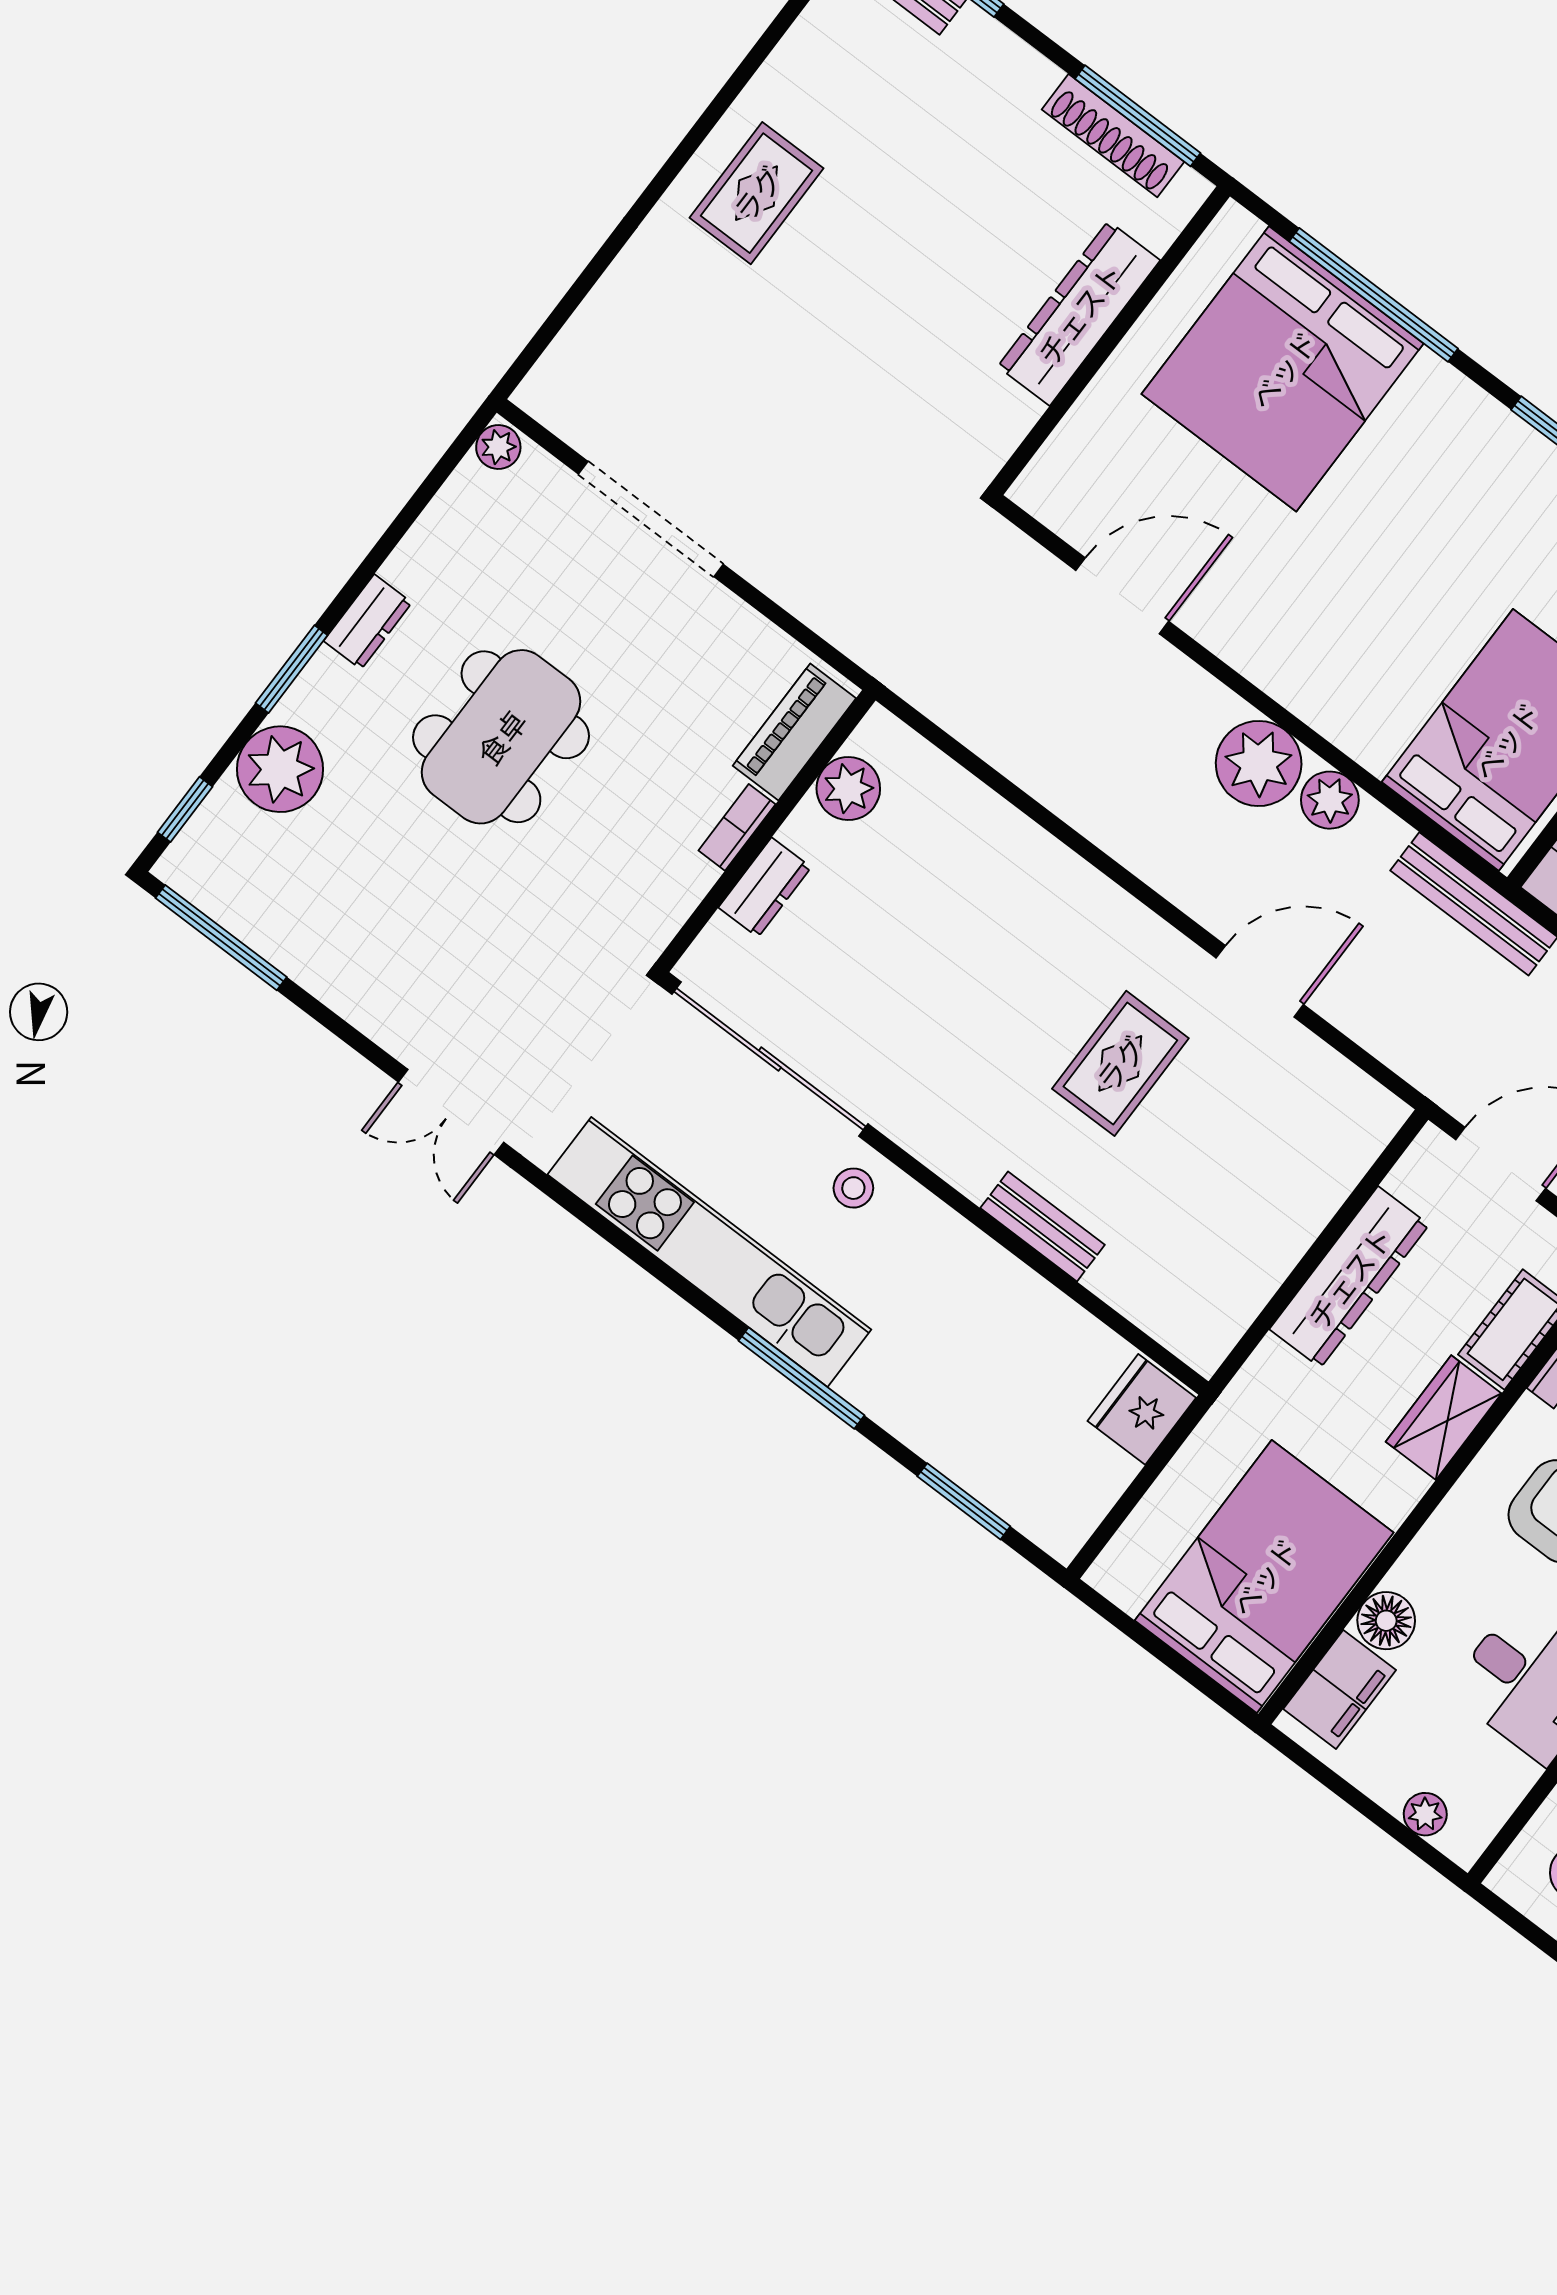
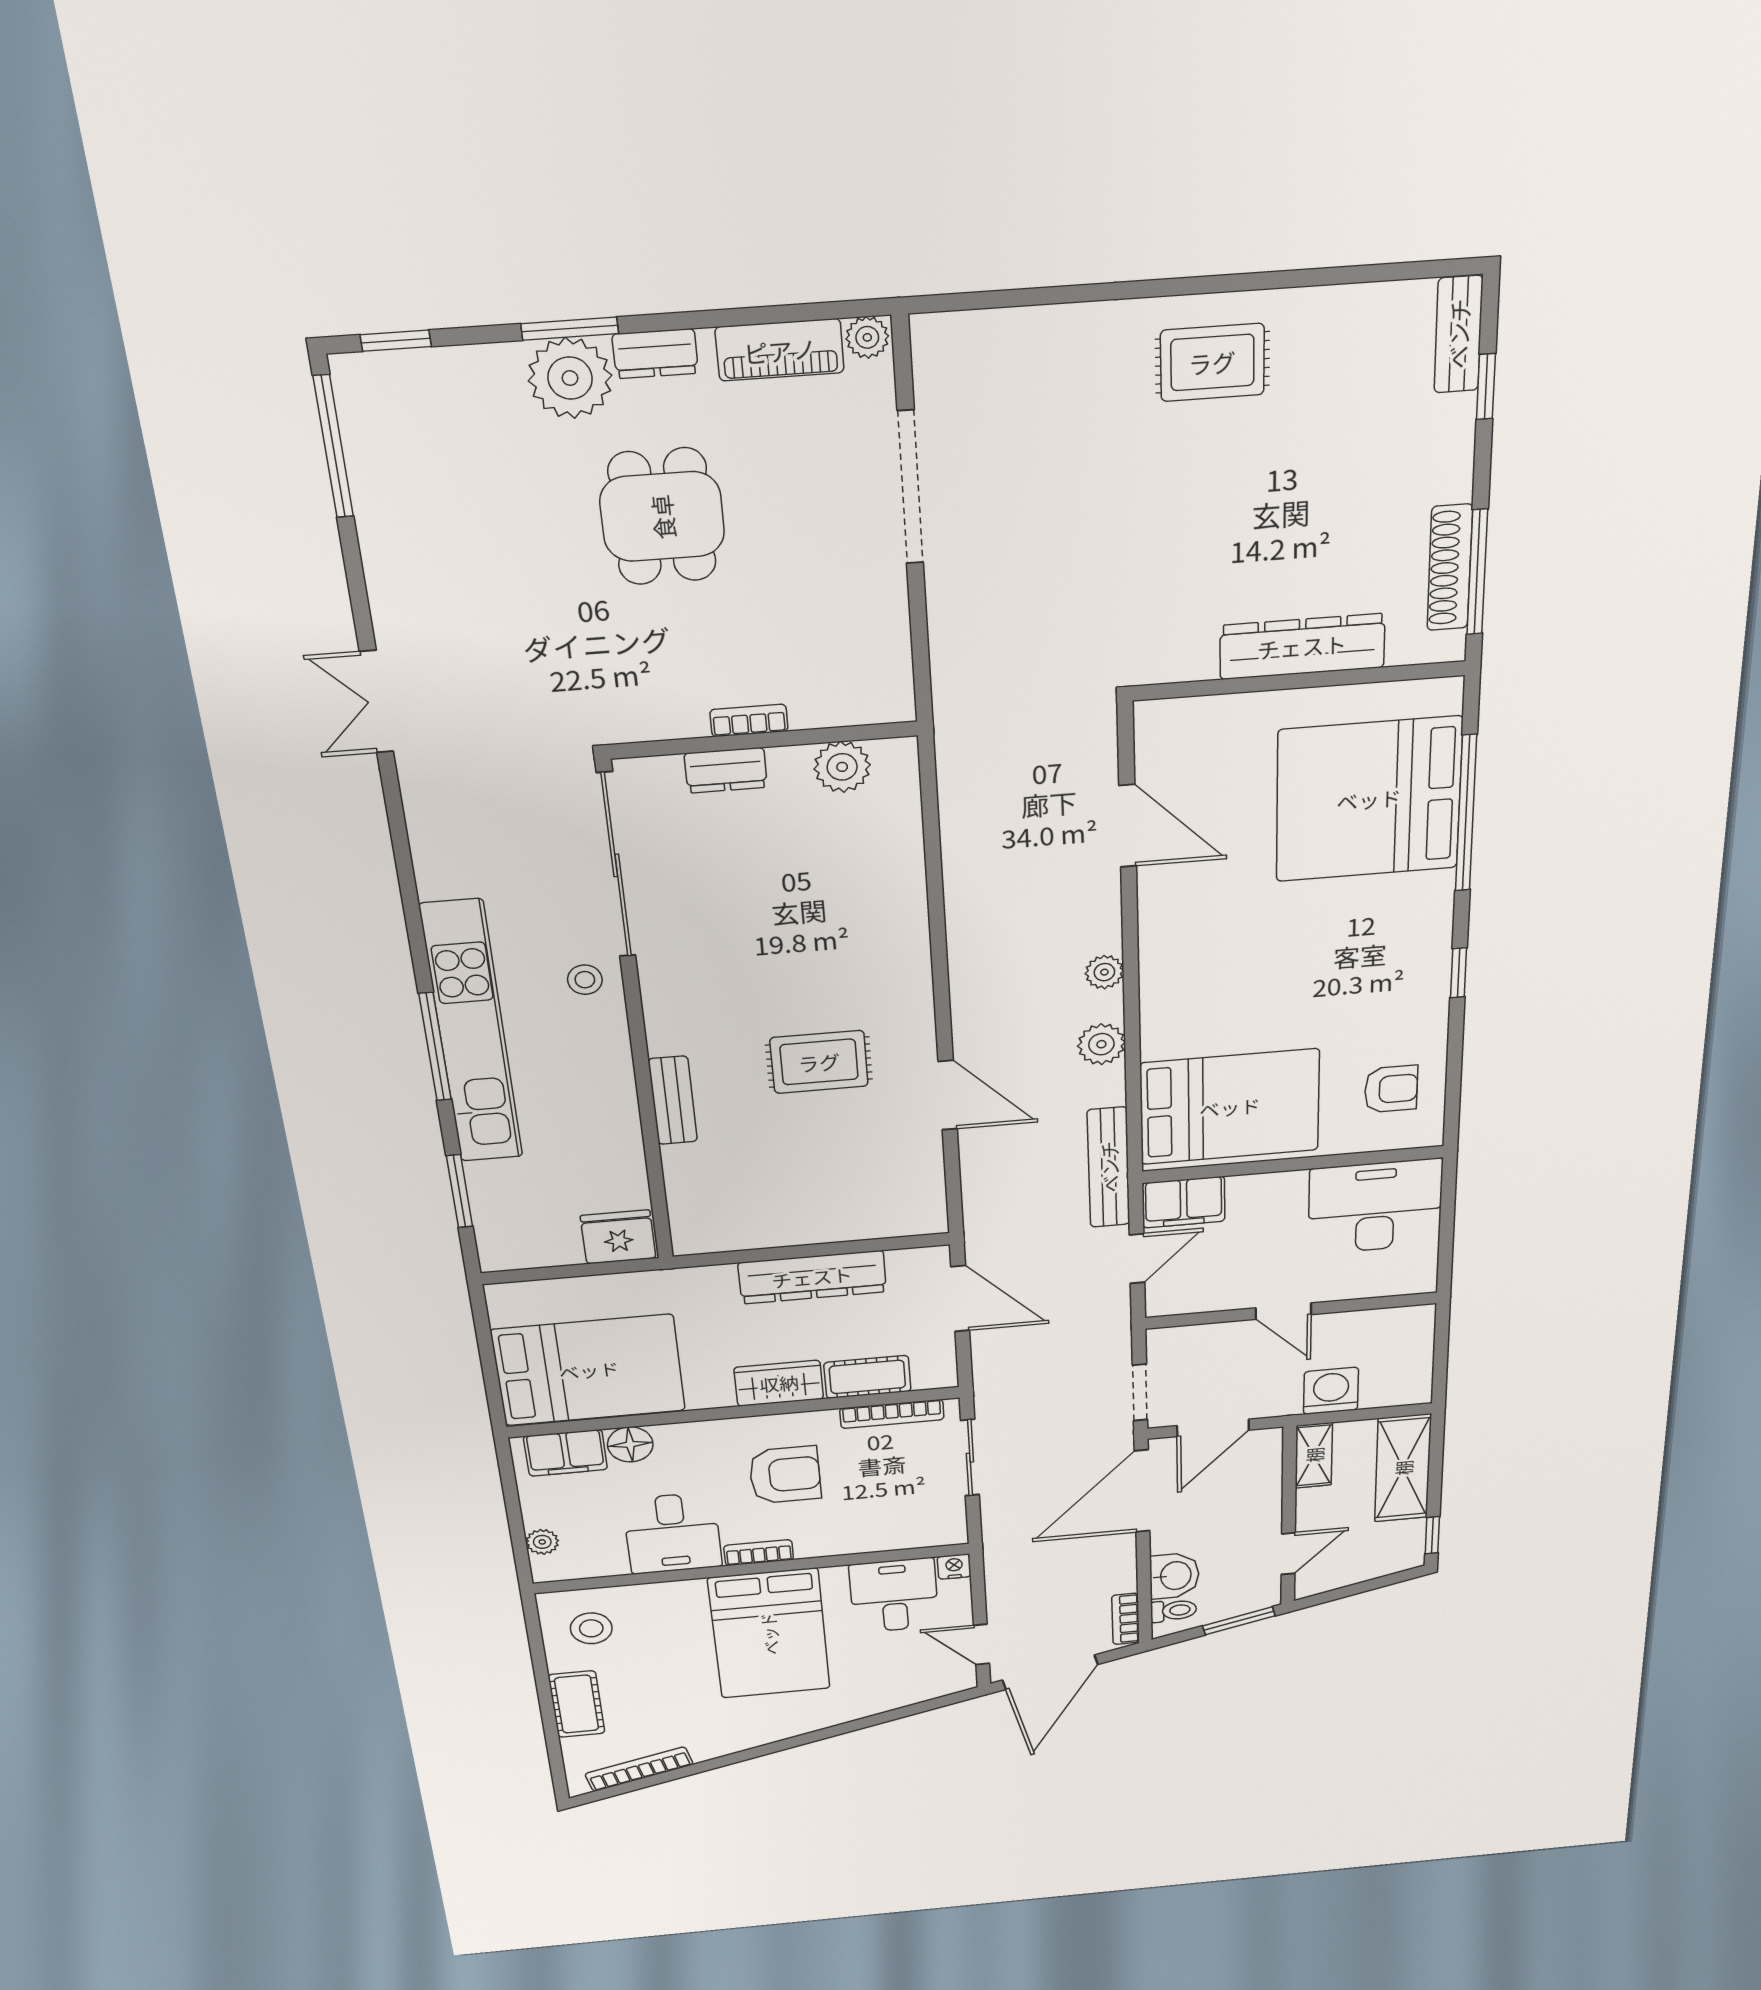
piano: (794, 732) -> (780, 350), moved, turned 180
dining table: (501, 737) -> (662, 517), width x0.73
plant: (1259, 763) -> (1104, 972), width x0.53, depth x0.53
plant: (280, 769) -> (570, 378), moved
kitchen unit: (709, 1252) -> (472, 1033), moved

